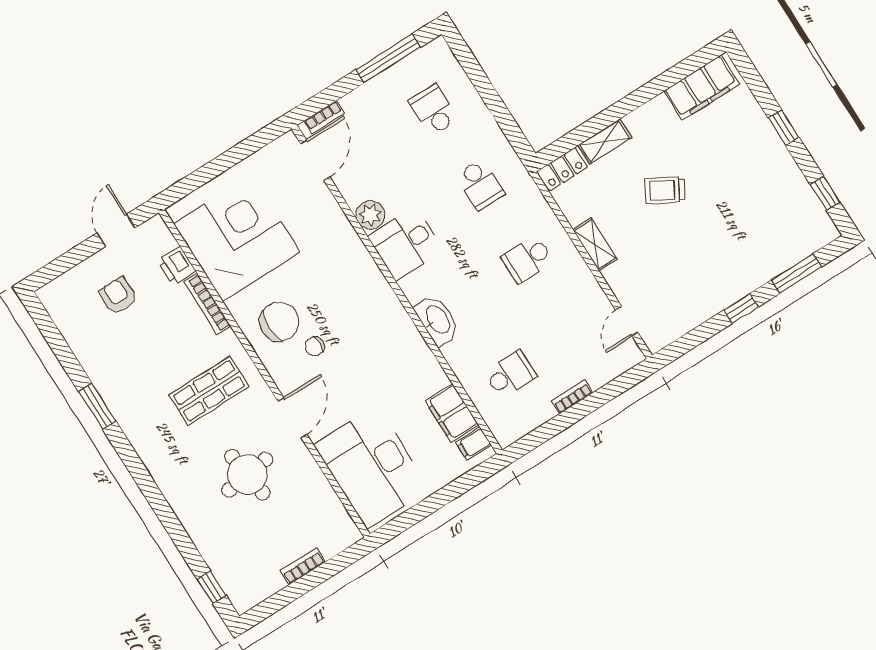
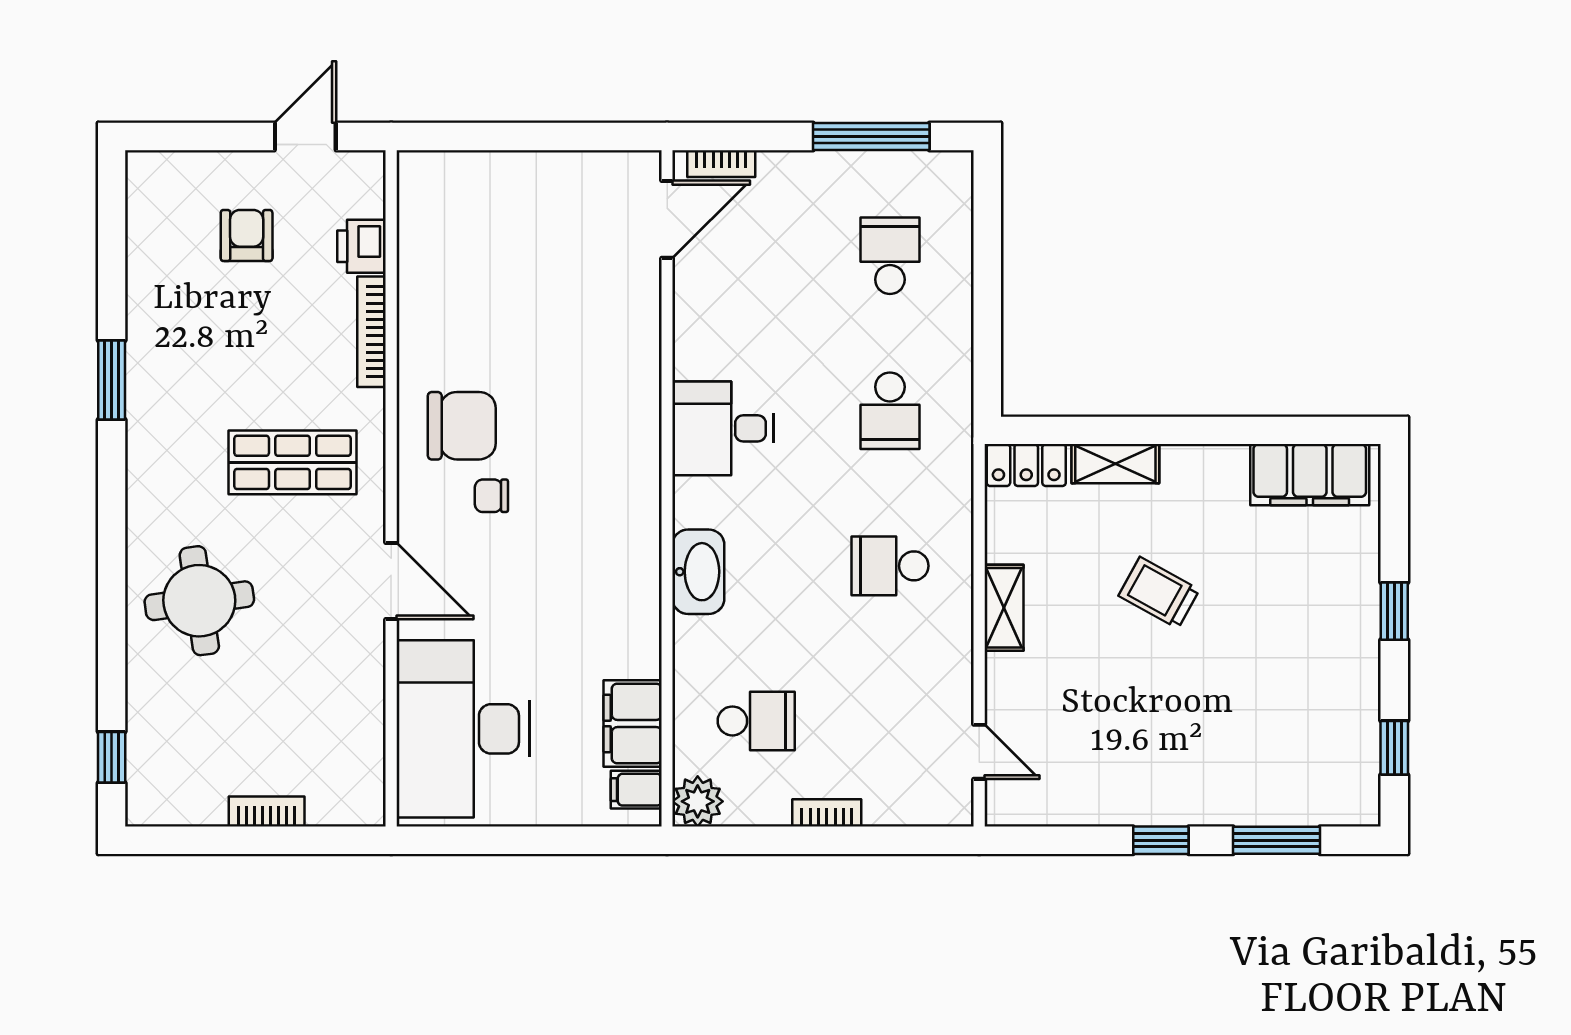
plant: (370, 215) -> (698, 801), moved
corner desk: (237, 238) -> (478, 261), removed
door: (627, 321) -> (979, 752), swing flipped
door: (292, 418) -> (391, 581), hinge flipped
round table: (247, 475) -> (199, 601), moved

